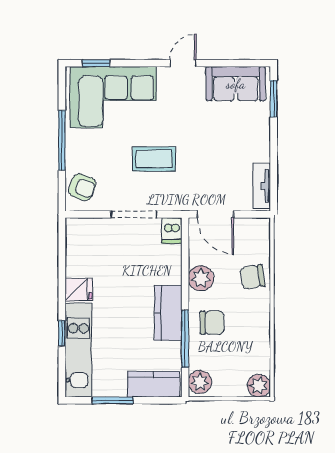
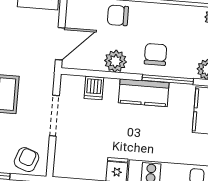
dishwasher: (172, 231) -> (94, 88), moved, turned 90
chair: (253, 277) -> (118, 15), turned 99

